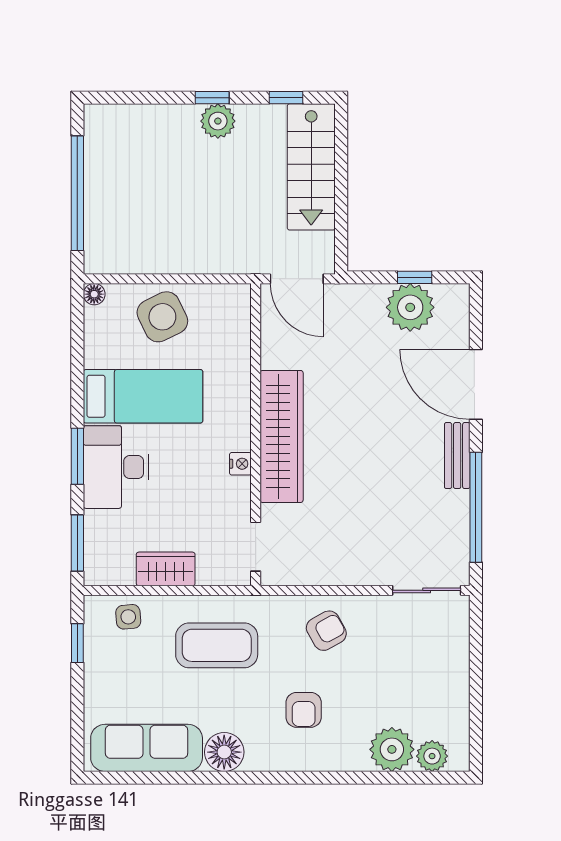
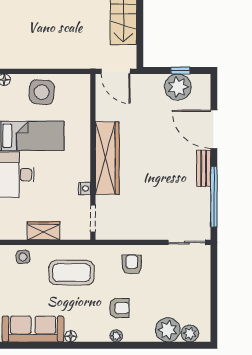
side table: (162, 317) -> (42, 92), turned 30
nightstand: (240, 464) -> (85, 188), moved
armchair: (326, 631) -> (132, 265), turned -61
armchair: (304, 710) -> (119, 308), turned -90
floor lamp: (224, 752) -> (71, 336), width x0.53, depth x0.53
plant: (298, 760) -> (116, 336), added

